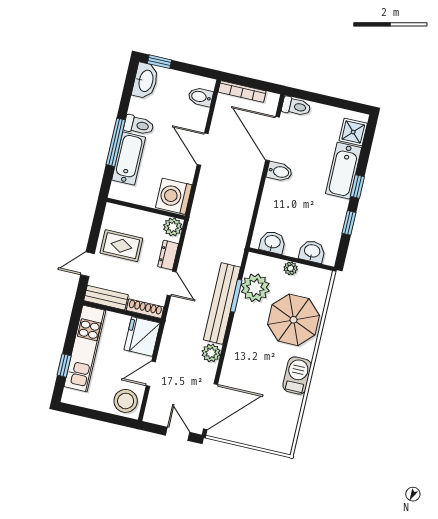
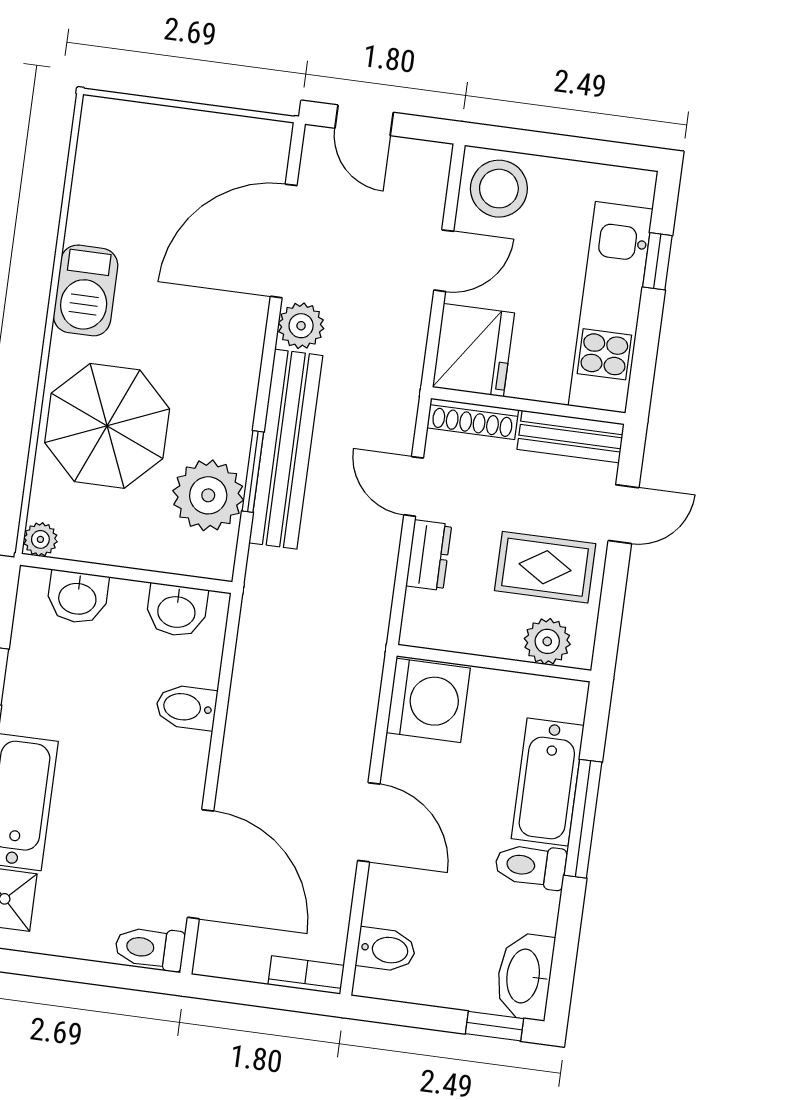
bookcase: (242, 92) -> (306, 975), width x0.64
bidet: (279, 172) -> (186, 707), moved
plant: (173, 227) -> (547, 641), moved
plant: (291, 268) -> (40, 539), moved
door: (211, 407) -> (284, 241), moved

